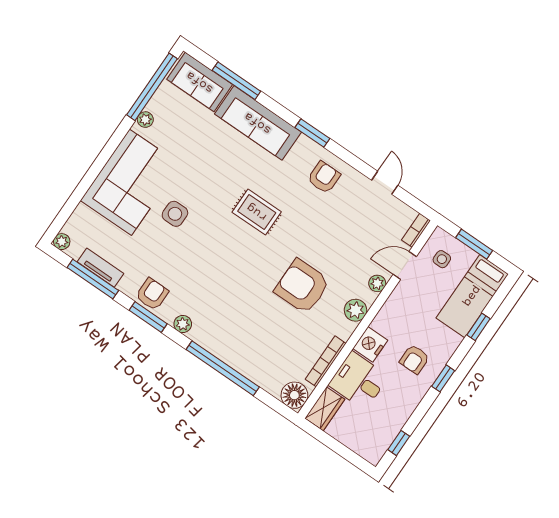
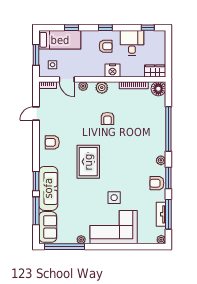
window: (312, 133) -> (36, 181), moved
rug: (257, 212) -> (88, 162), width x1.36, depth x1.43
armchair: (302, 286) -> (107, 119), width x0.53, depth x0.53
desk: (359, 381) -> (132, 43), moved, turned 180

